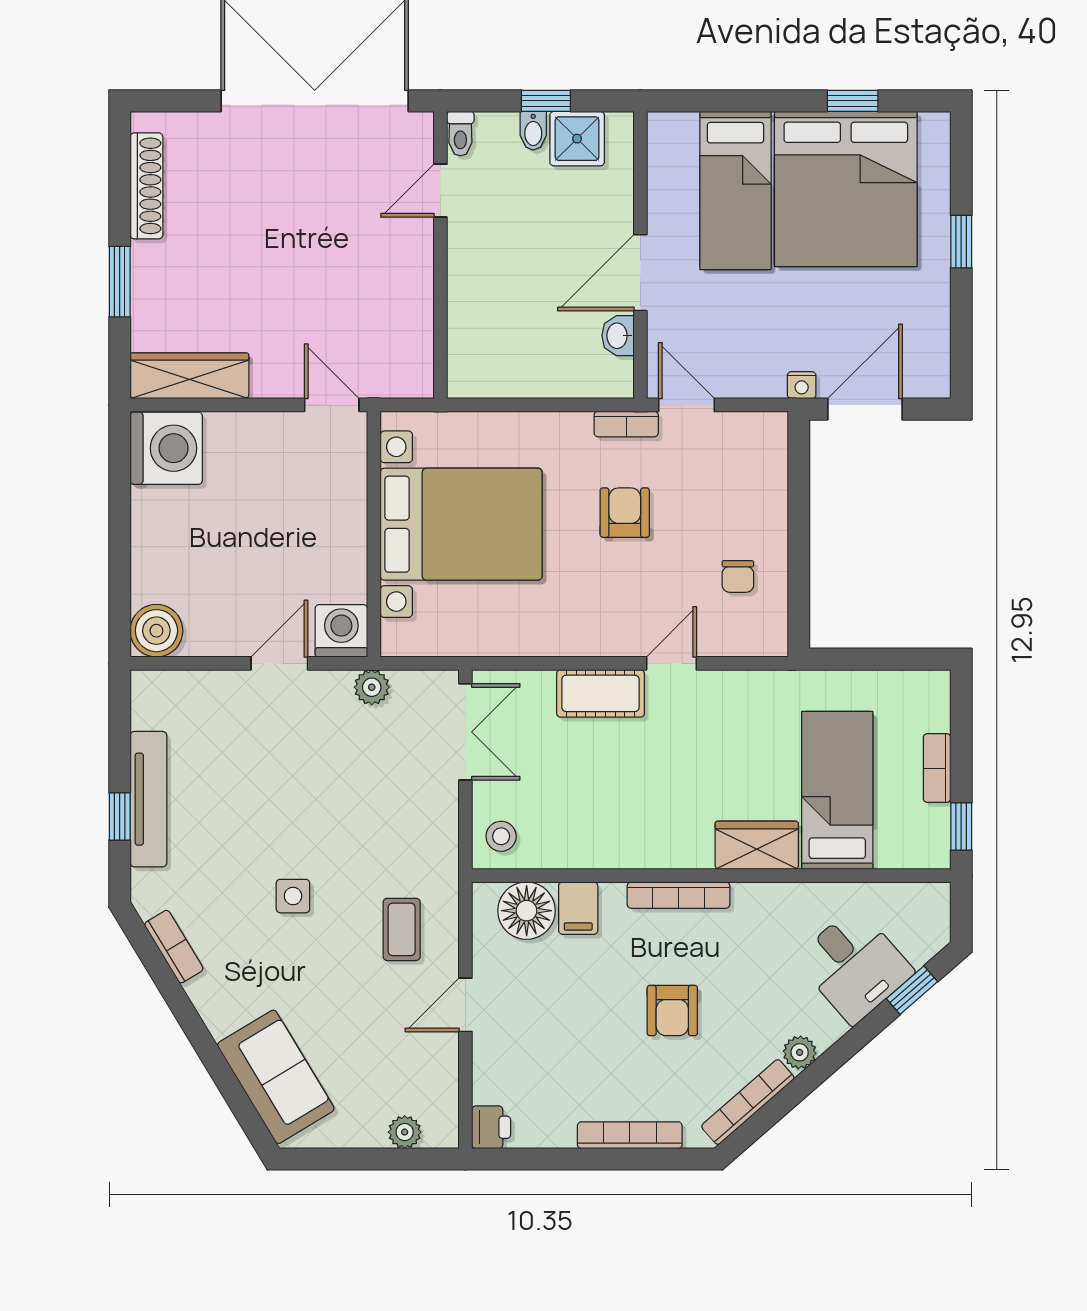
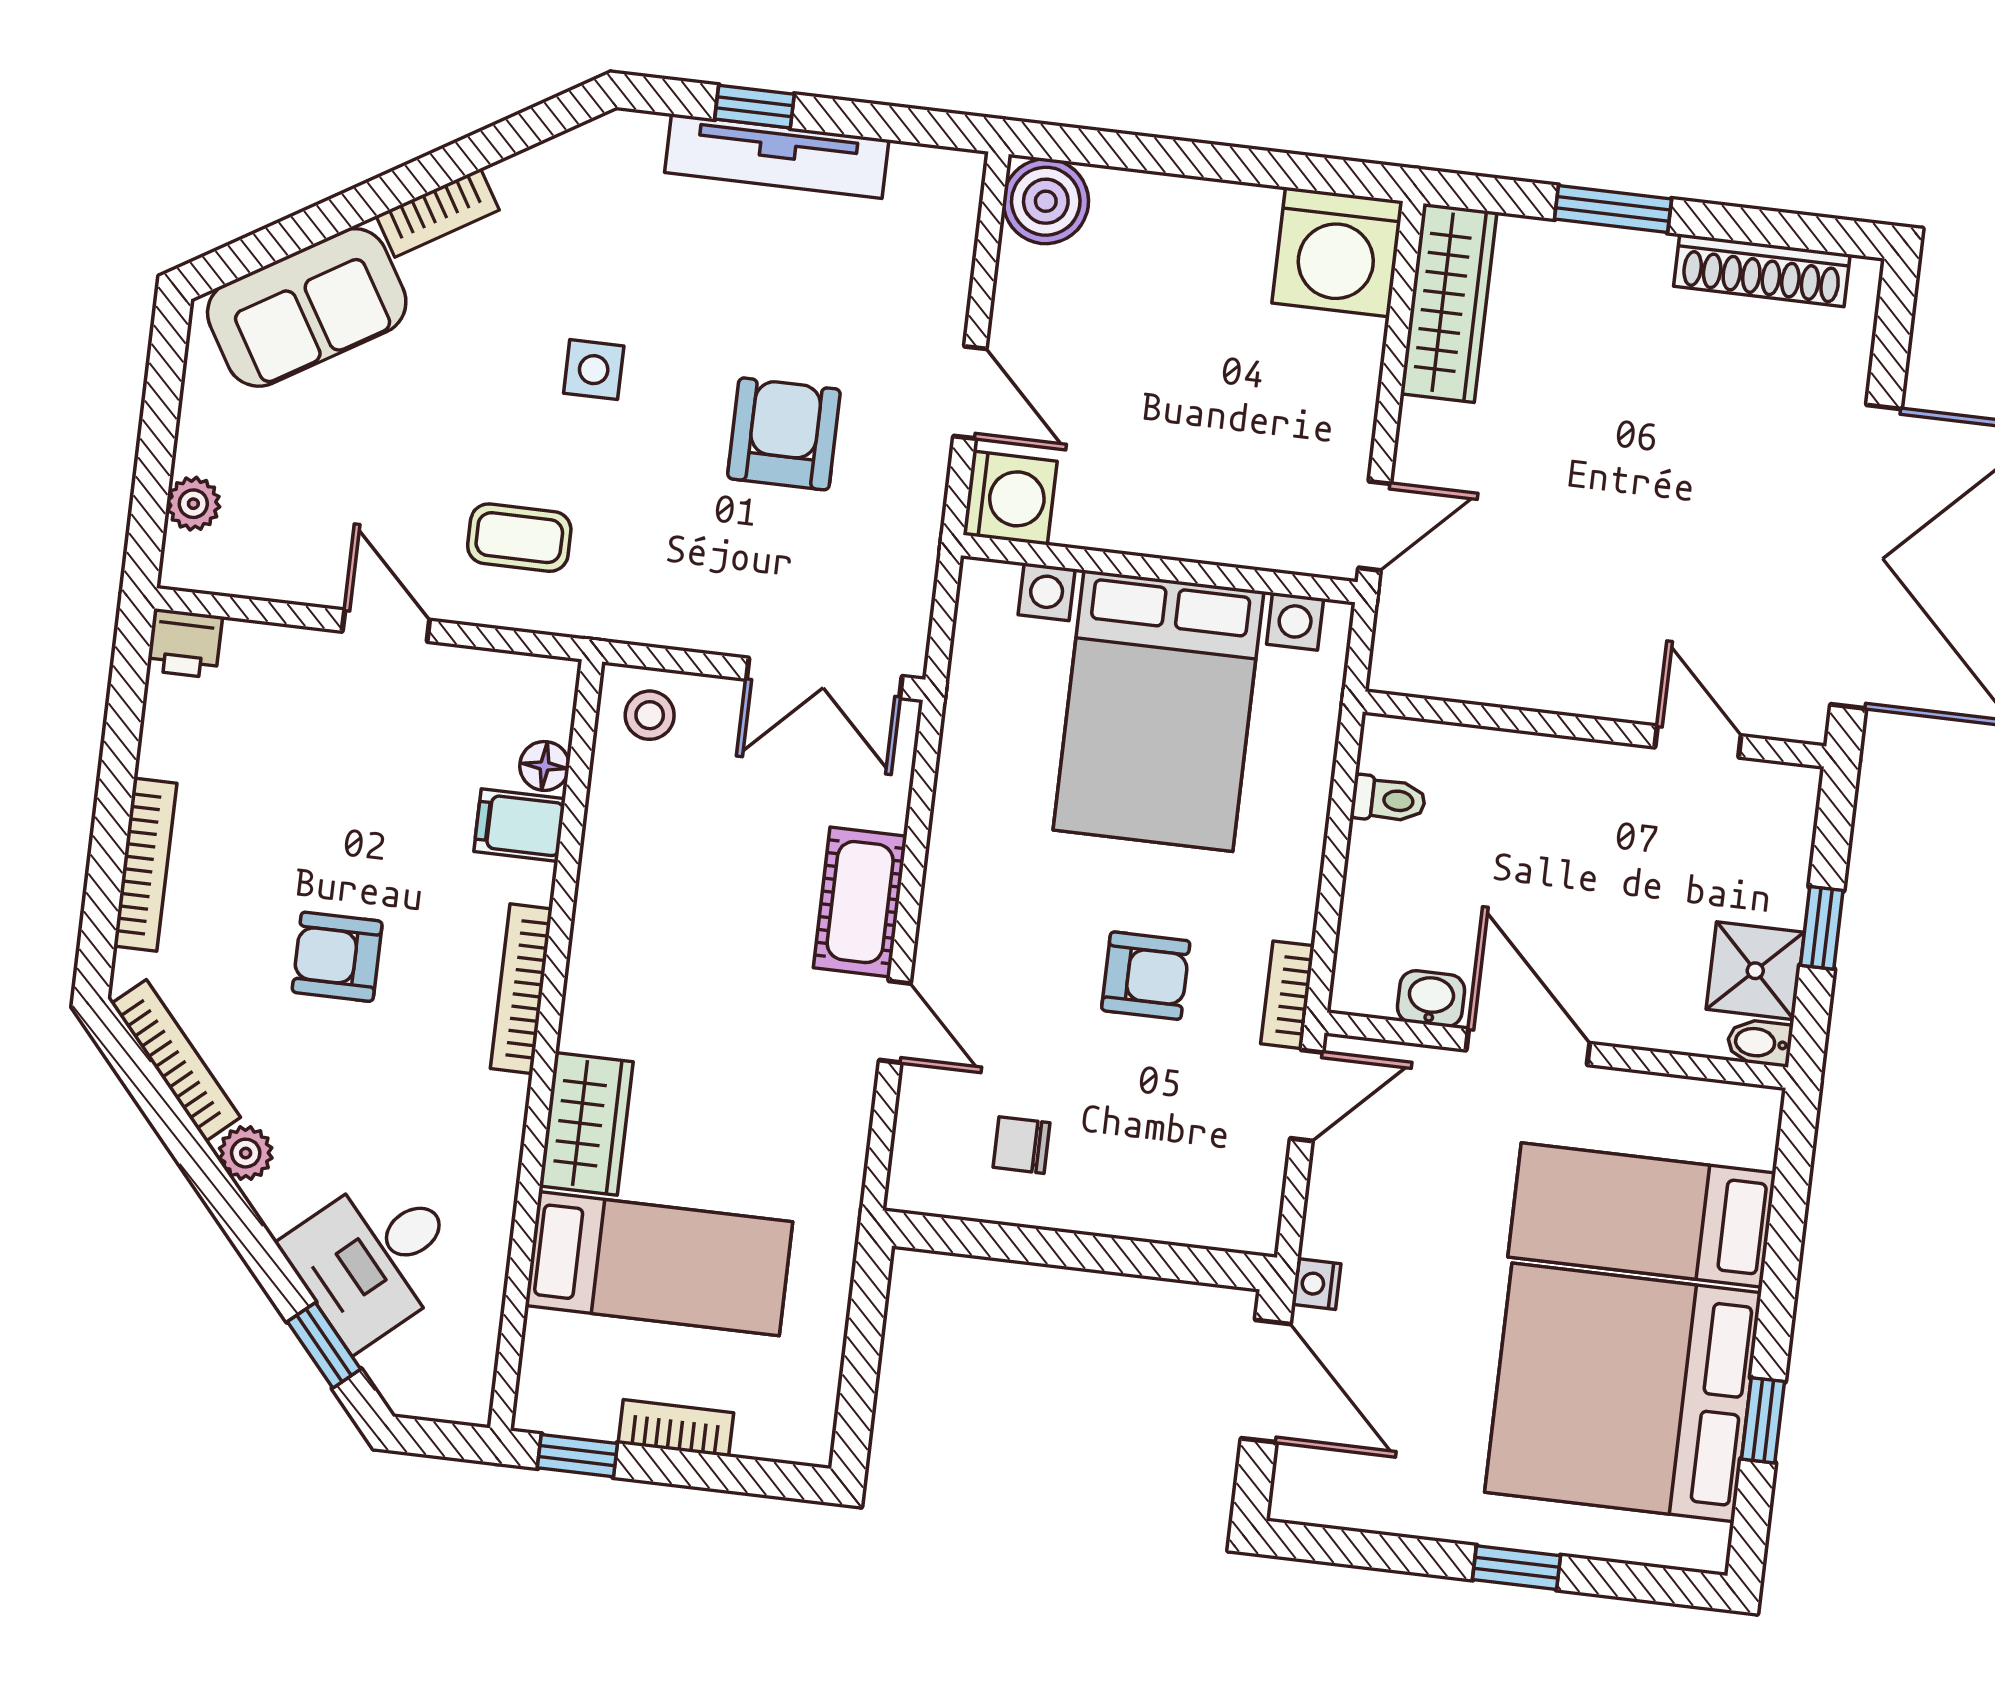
bidet: (533, 131) -> (1759, 1043), moved
toilet: (460, 134) -> (1388, 800), moved, turned 180
plant: (372, 687) -> (914, 536), removed
armchair: (319, 774) -> (784, 434), added
floor lamp: (527, 911) -> (544, 766), width x0.53, depth x0.53
bookcase: (174, 947) -> (438, 213), moved

